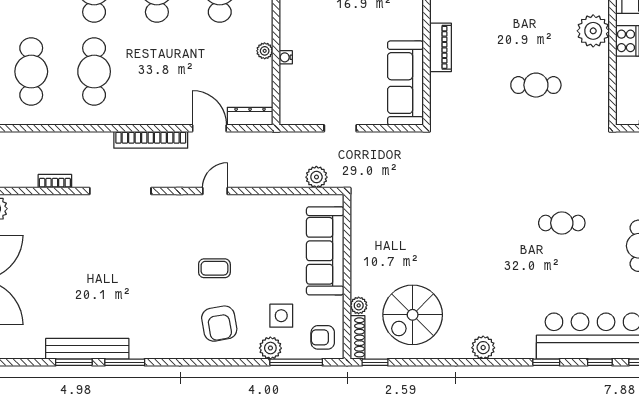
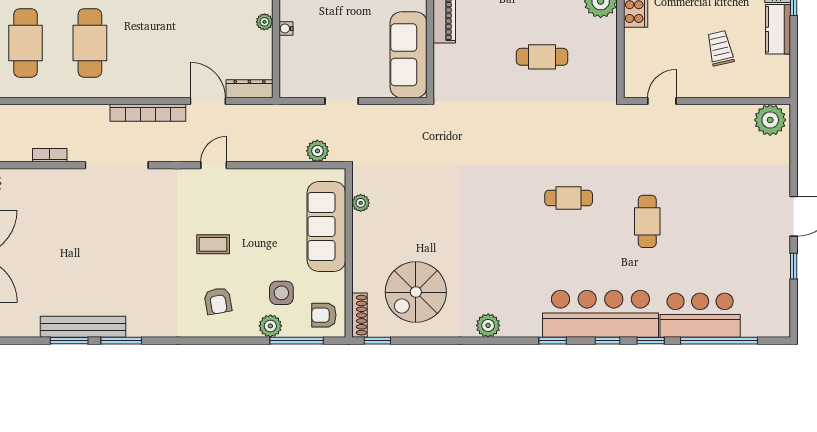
plant: (359, 305) -> (361, 203), moved
armchair: (219, 324) -> (218, 301), width x0.72, depth x0.72

